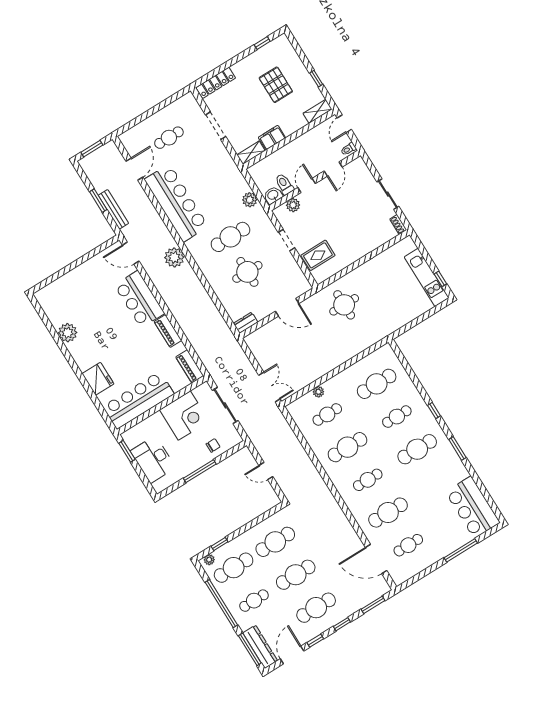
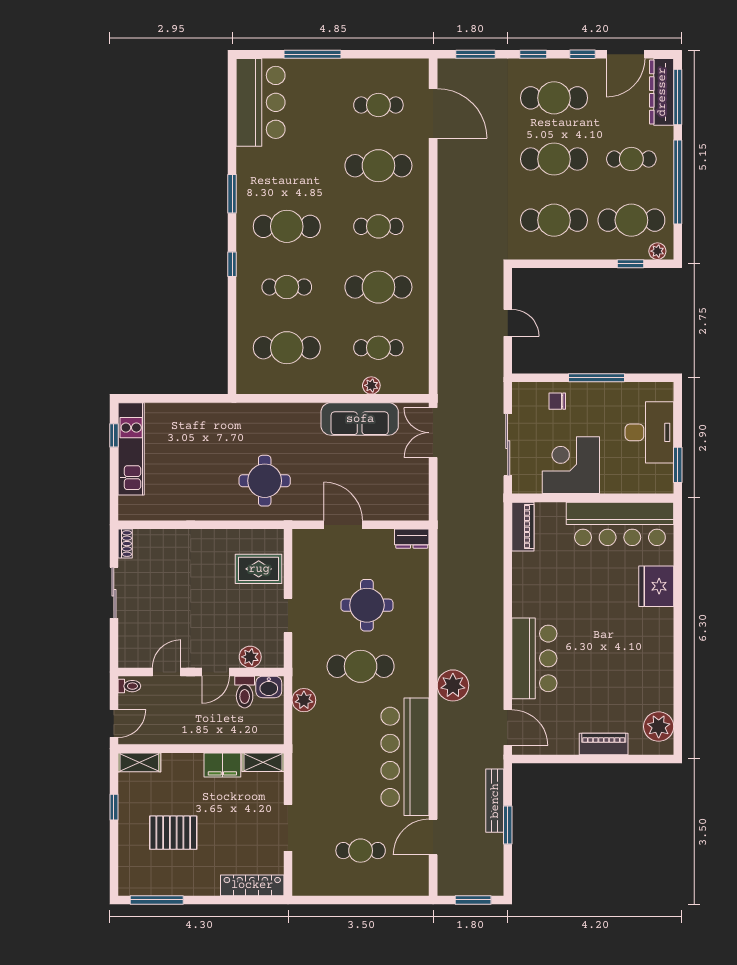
window: (262, 43) -> (157, 900), width x2.17
pallet: (276, 85) -> (173, 833), turned 90
piano: (168, 331) -> (604, 744), moved, turned -90
plant: (68, 333) -> (659, 727), moved
sofa: (314, 370) -> (360, 419), added

